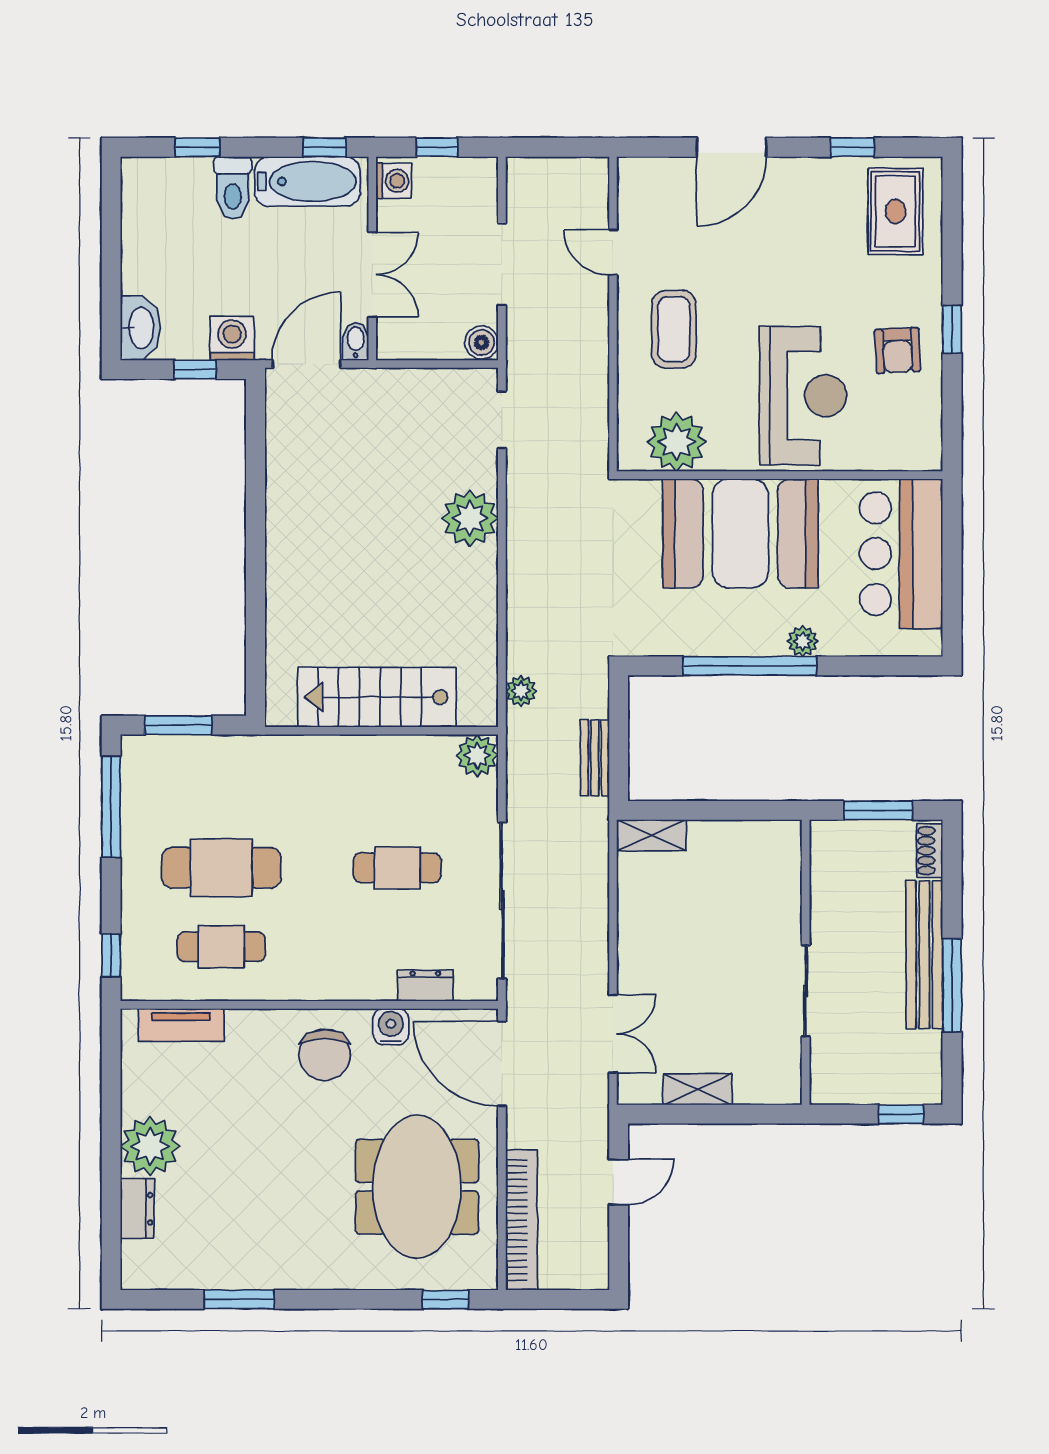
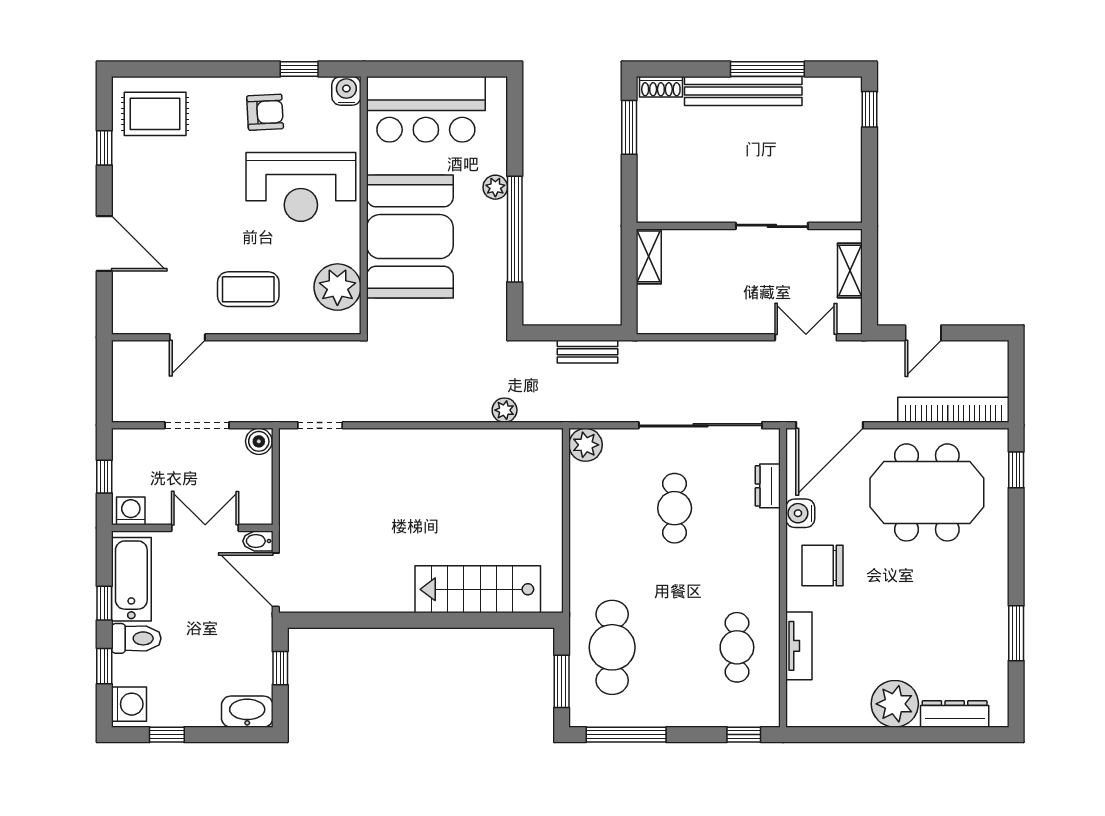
window: (325, 147) -> (104, 603), moved
window: (111, 226) -> (167, 735), added
window: (952, 329) -> (299, 69), moved
washing machine: (232, 338) -> (129, 704), moved, turned 180
reception desk: (803, 396) -> (301, 187), turned 180
water cooler: (924, 453) -> (346, 91), added
plant: (470, 518) -> (398, 451), removed
plant: (521, 691) -> (505, 410), moved
stairs: (377, 697) -> (478, 589), moved, turned 90
shelving: (651, 835) -> (649, 256), moved
cafe table: (221, 868) -> (612, 647), moved
wall: (806, 962) -> (749, 226), moved
sliding door: (806, 991) -> (772, 226), moved
tv unit: (181, 1025) -> (799, 646), moved
chair: (325, 1055) -> (823, 565), turned 180
door: (619, 1182) -> (923, 333), swing flipped
dresser: (137, 1209) -> (955, 714), width x1.44

